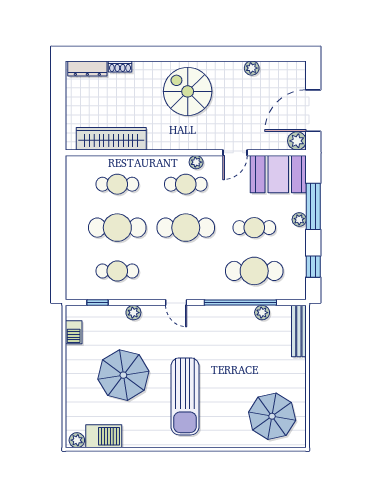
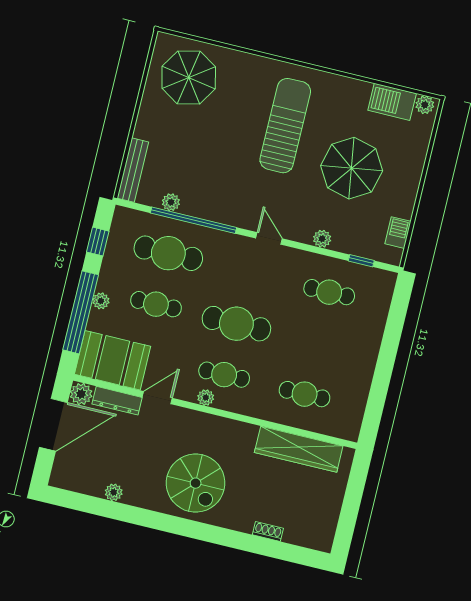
dresser: (87, 68) -> (117, 401), moved, turned 180
window: (313, 206) -> (81, 312), width x1.46
cafe table: (117, 228) -> (317, 343), removed

